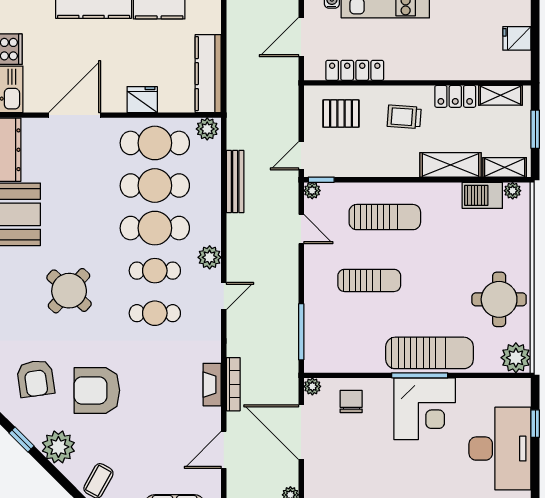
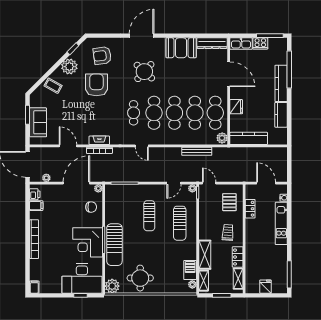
locker: (355, 70) -> (250, 209), width x0.66
plant: (210, 257) -> (160, 139), removed
cafe table: (155, 271) -> (154, 113), width x1.37, depth x1.35
desk: (500, 449) -> (82, 278), moved

